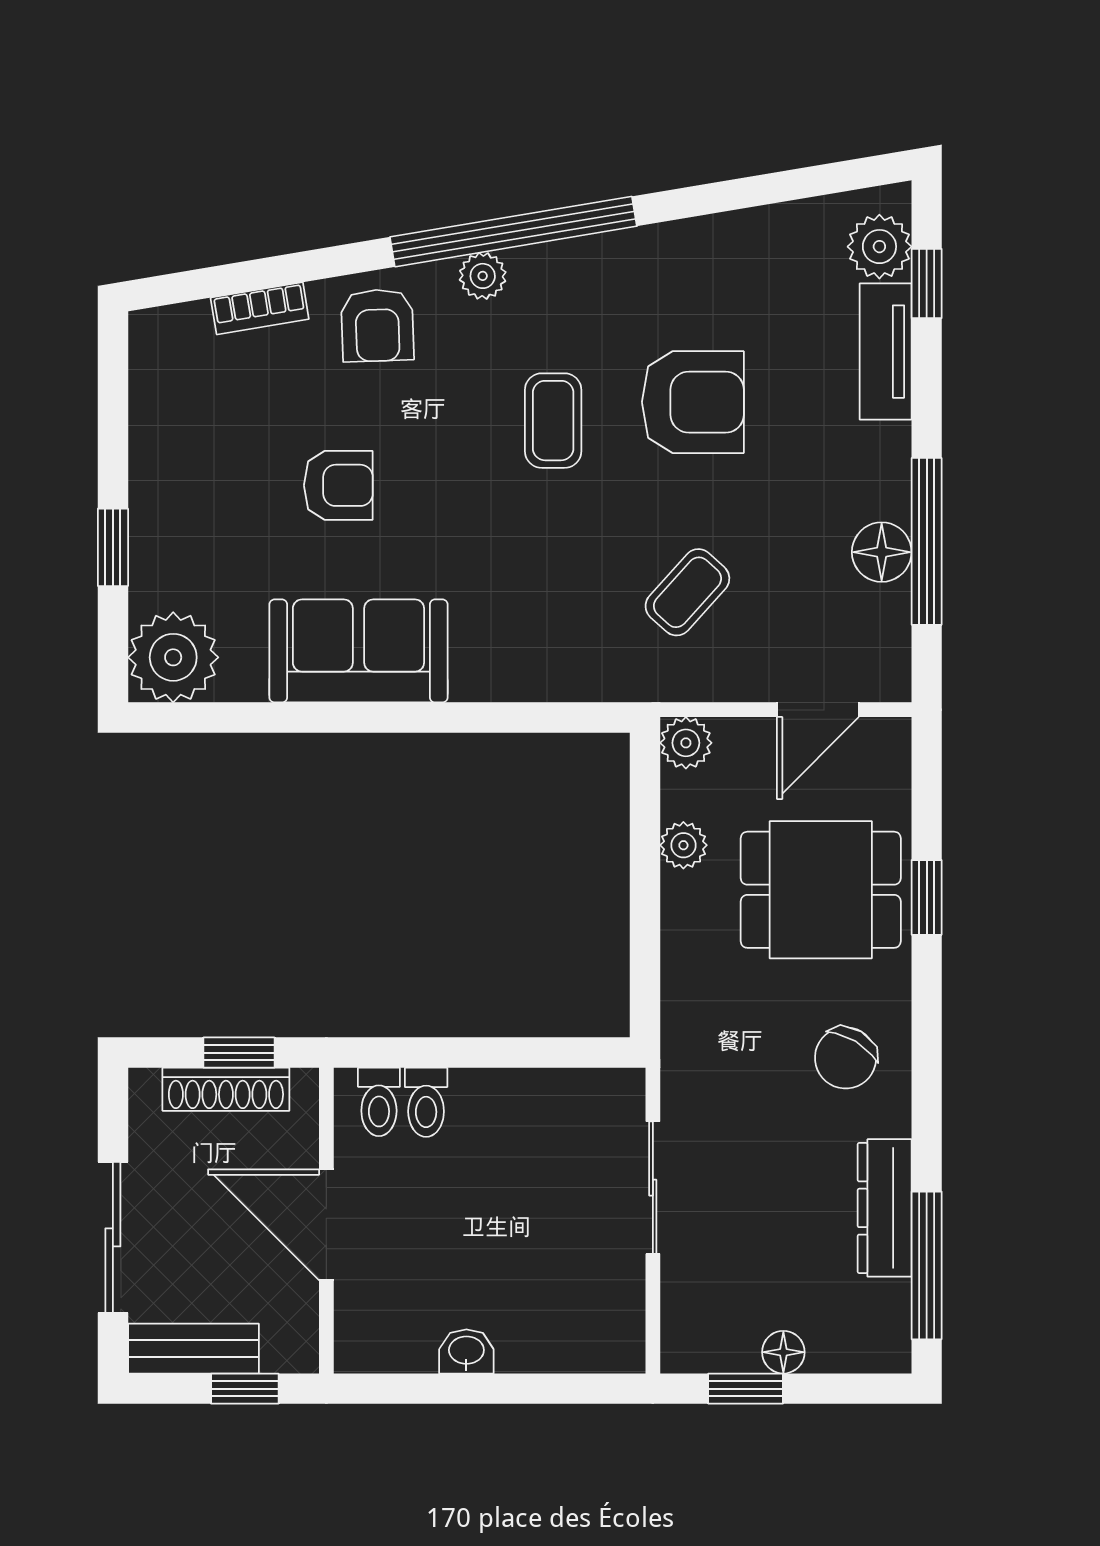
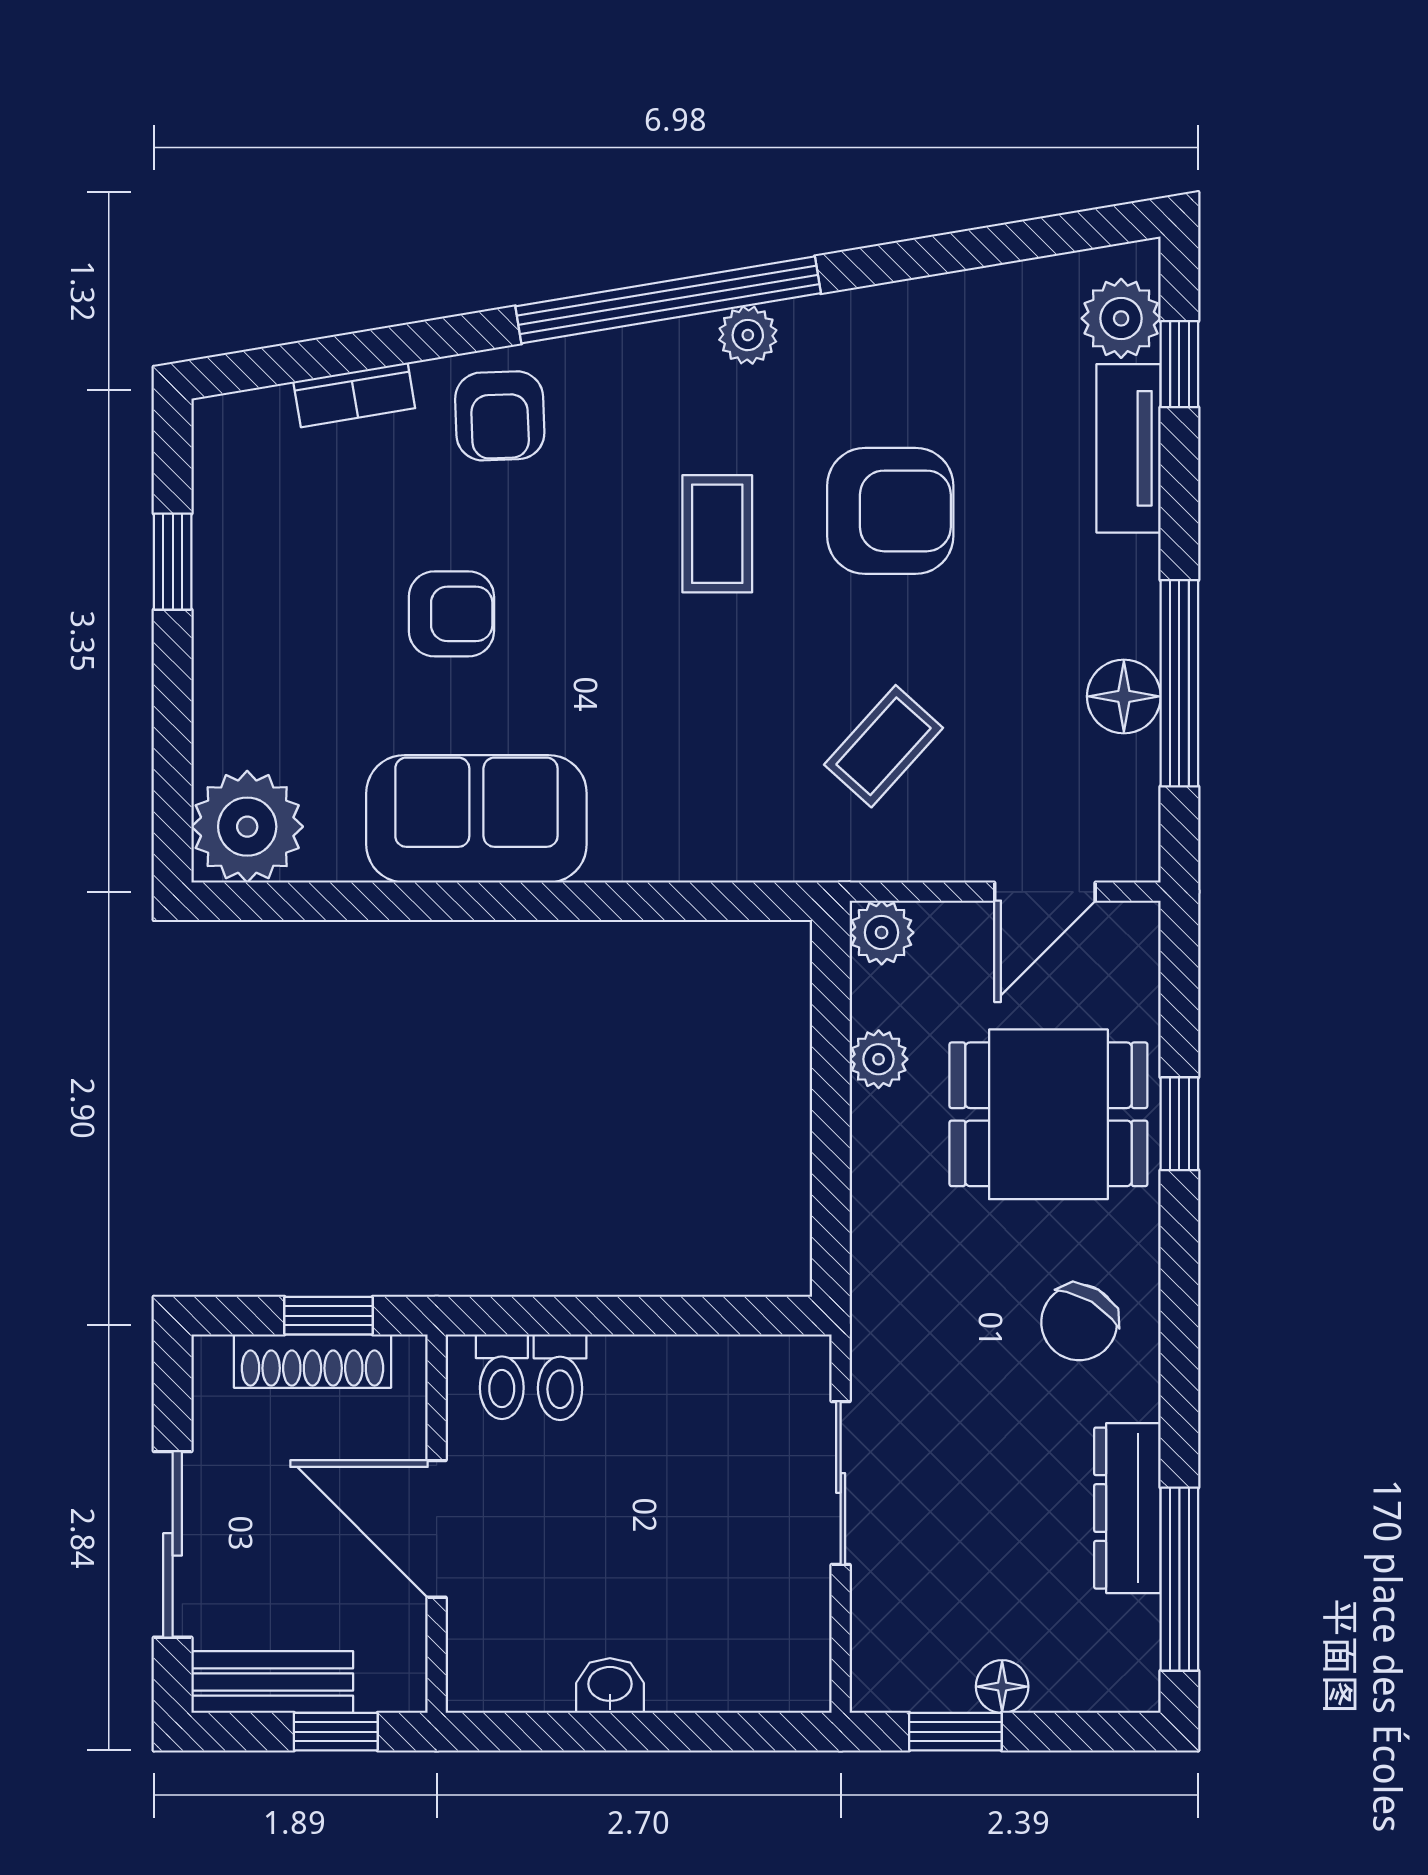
plant: (483, 276) -> (748, 335), moved
window: (113, 547) -> (173, 562), moved

